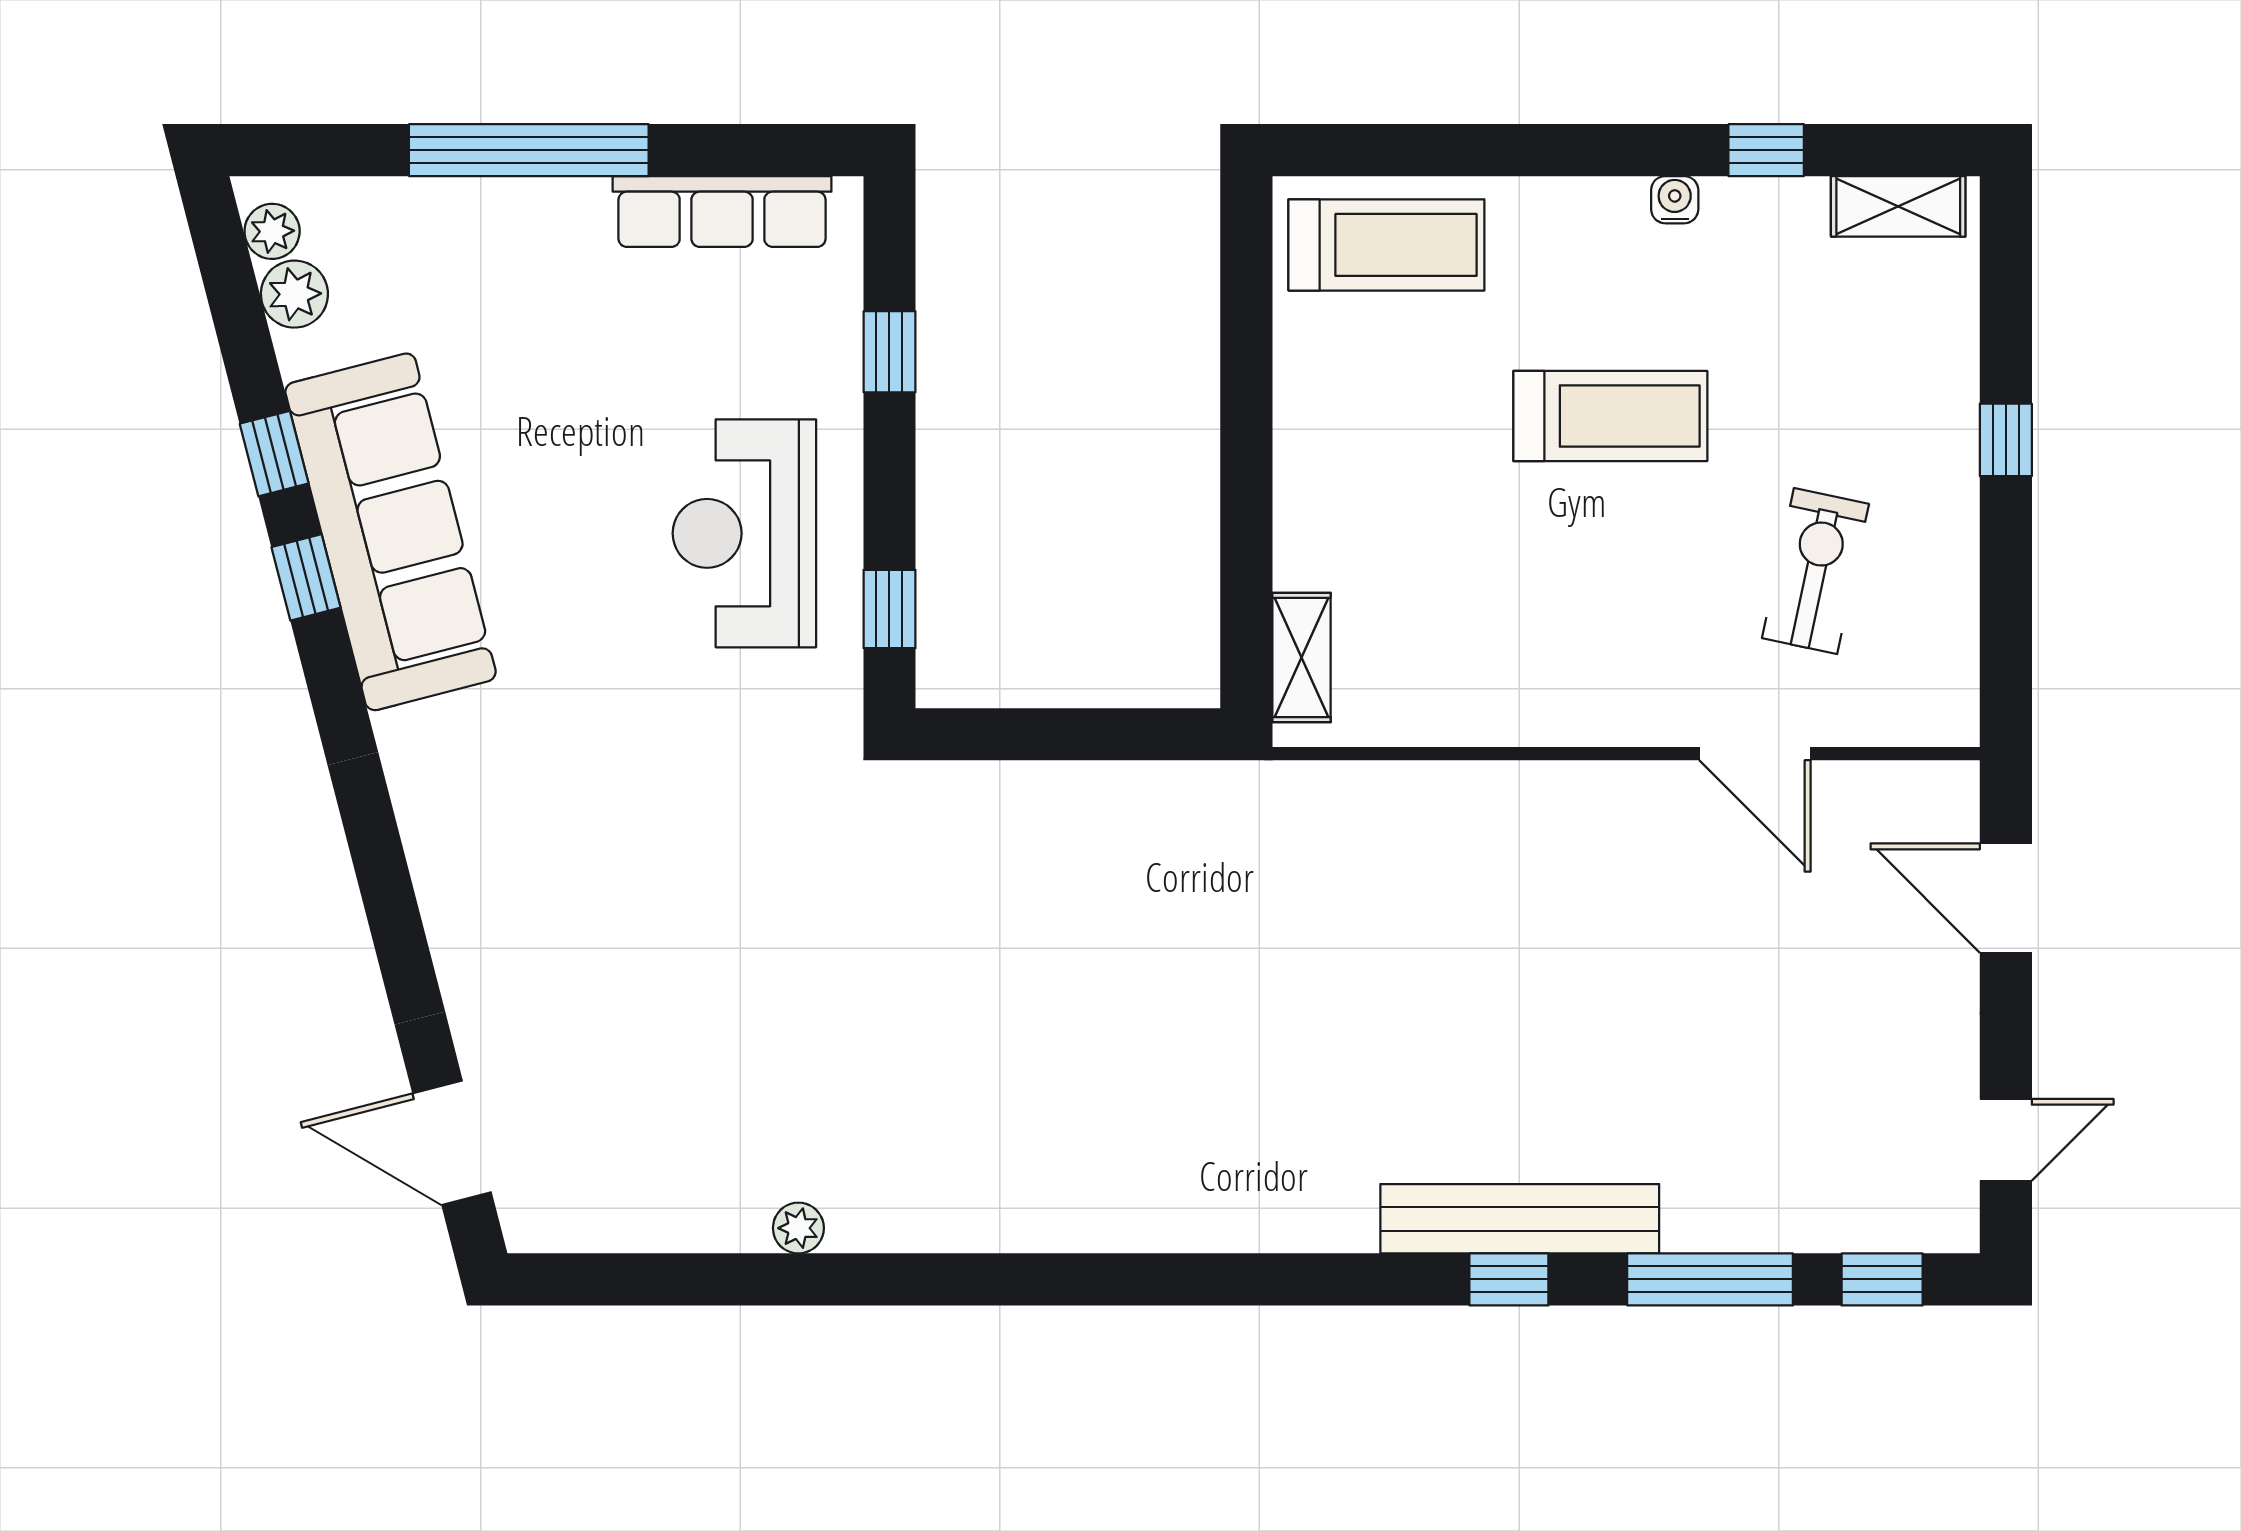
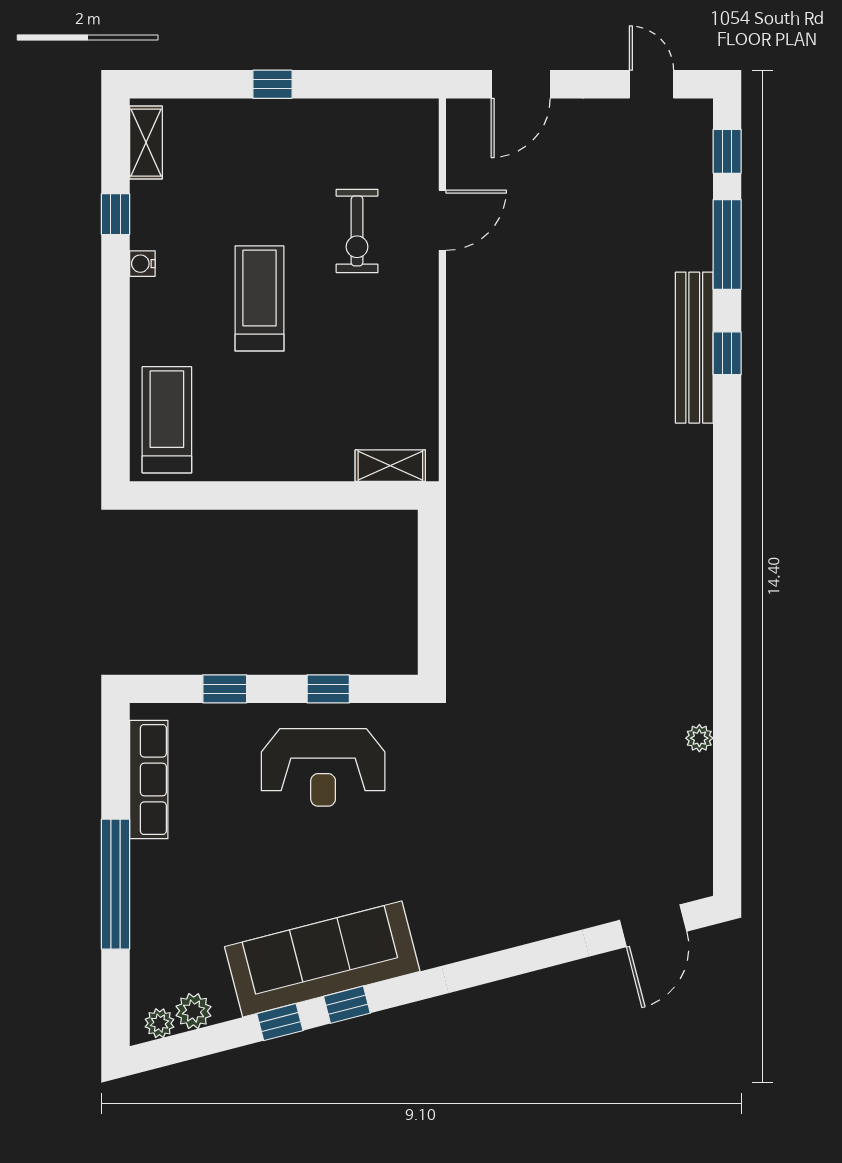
exercise bike: (1816, 571) -> (357, 231), moved, turned -102
window: (889, 609) -> (328, 689), moved

